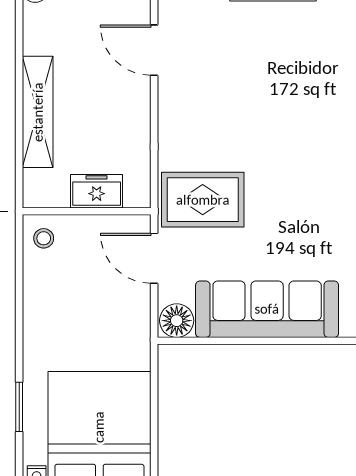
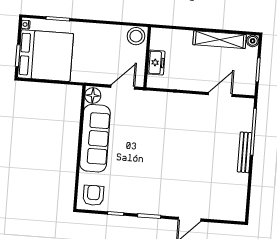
shelving: (38, 112) -> (220, 40), moved
rug: (203, 200) -> (148, 112), removed
stool: (44, 238) -> (136, 36), width x1.89, depth x1.89

